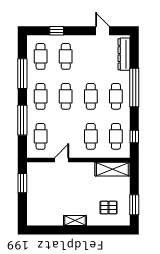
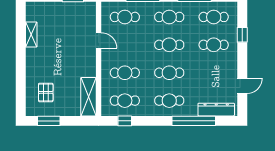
window: (134, 87) -> (194, 121), moved
shelving: (75, 221) -> (31, 34), moved

